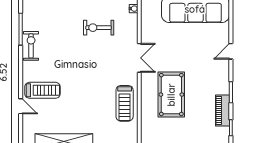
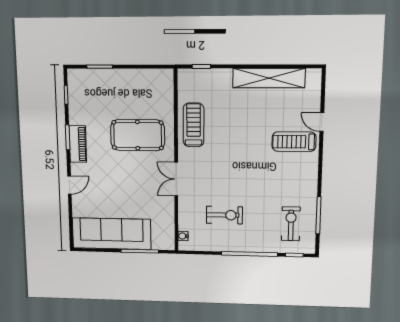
exercise bike: (31, 46) -> (291, 224), moved, turned 180
pool table: (171, 95) -> (138, 135), turned 90
piano: (222, 110) -> (78, 144), moved

